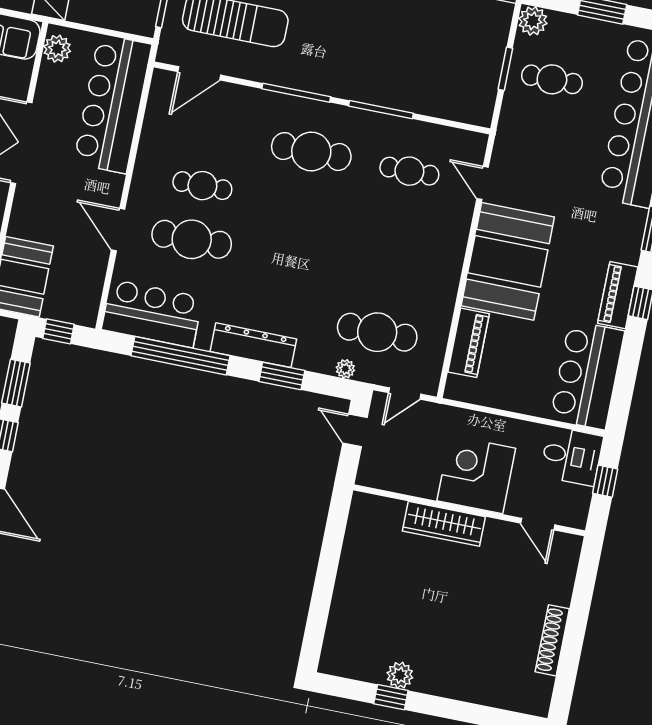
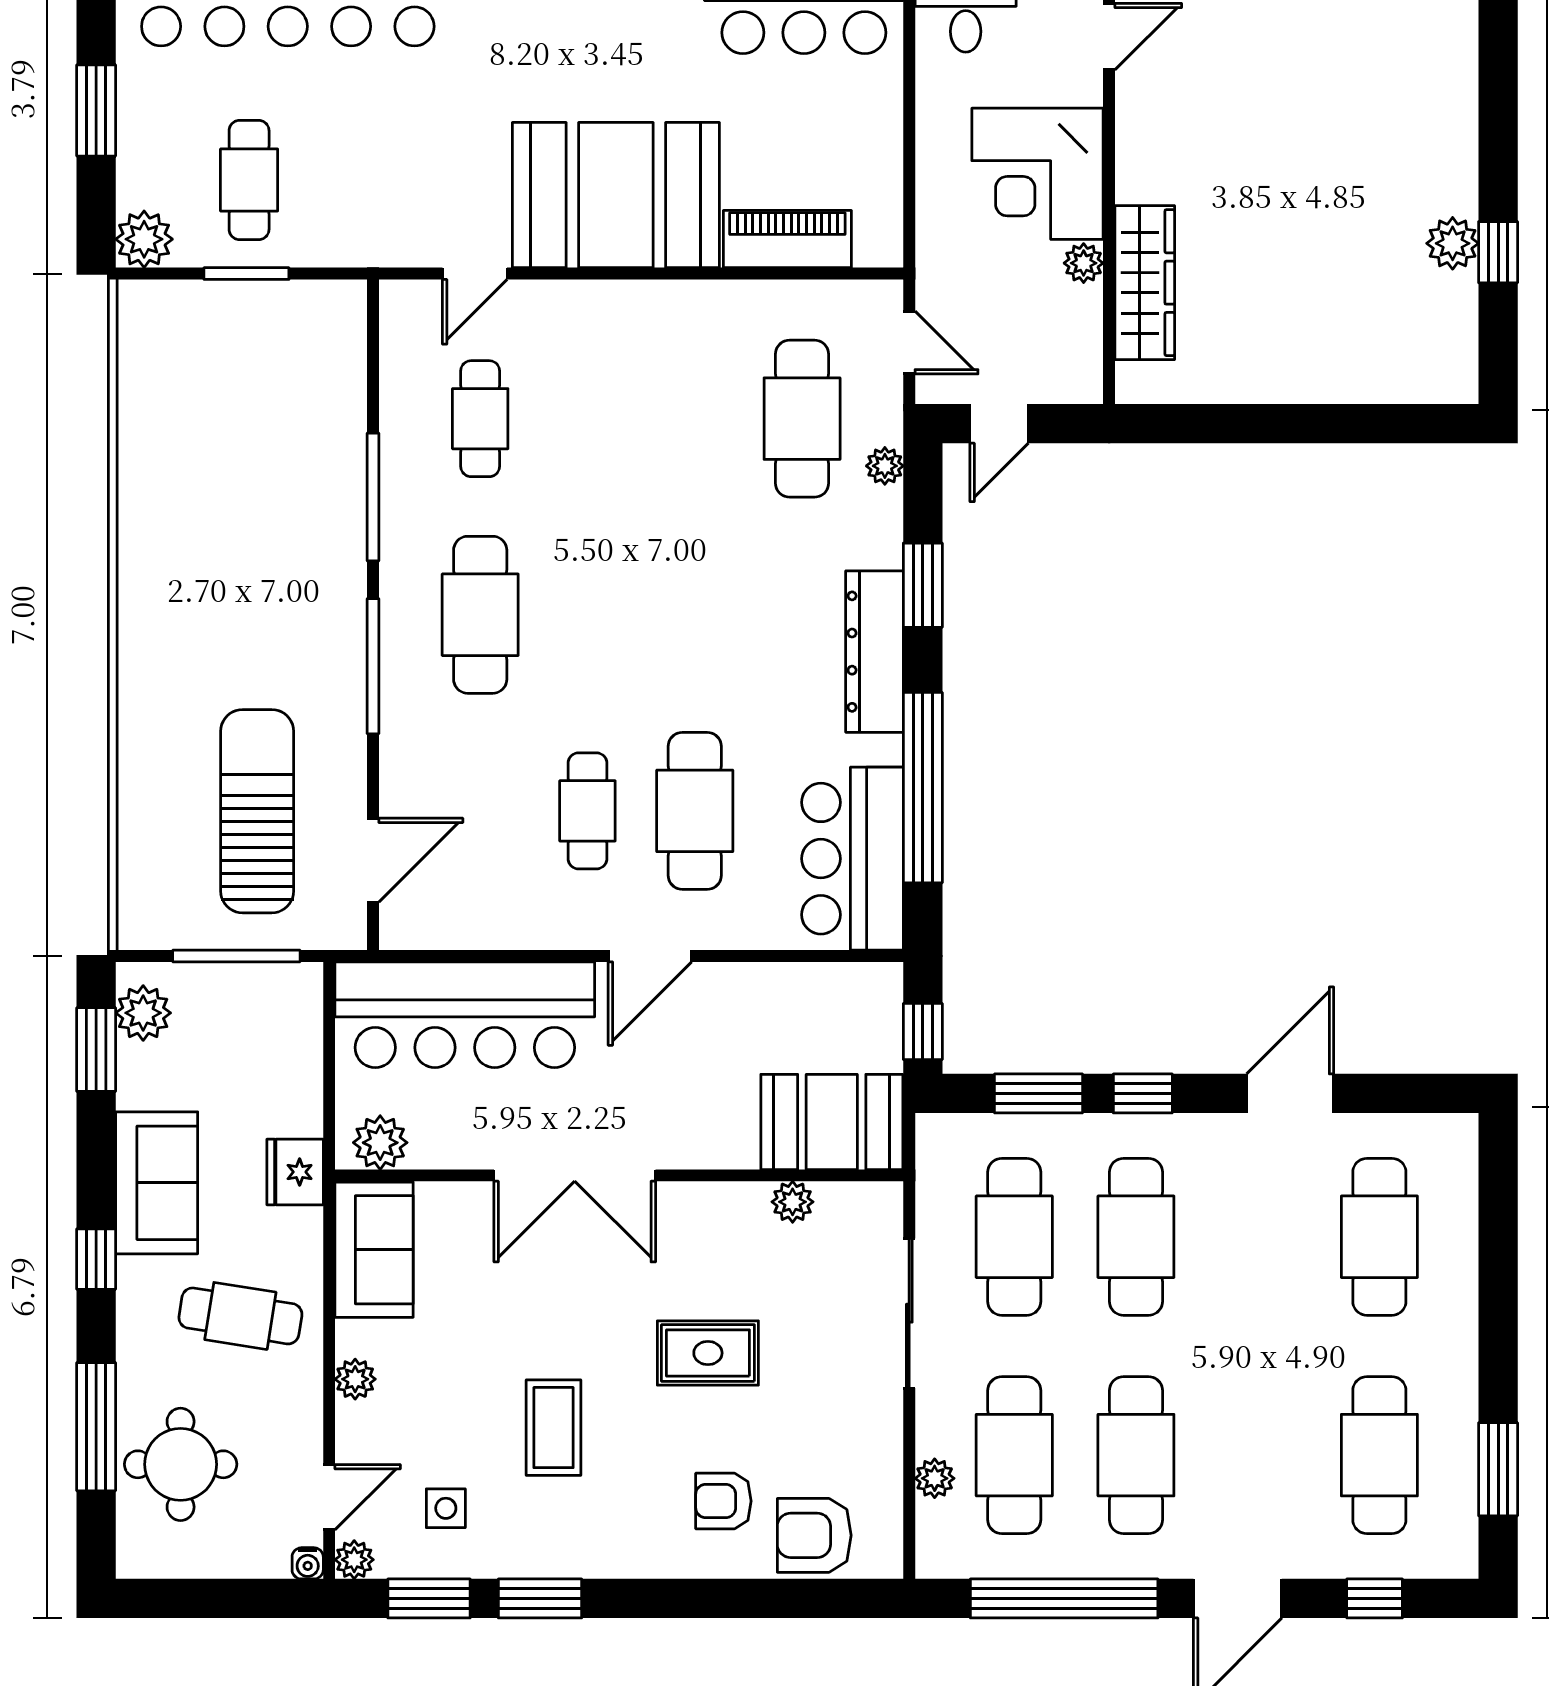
door: (199, 73) -> (373, 860), hinge flipped
door: (118, 230) -> (650, 956), moved
plant: (427, 489) -> (1084, 263), added
wardrobe: (444, 524) -> (1145, 283), moved

